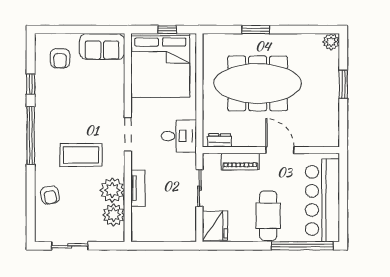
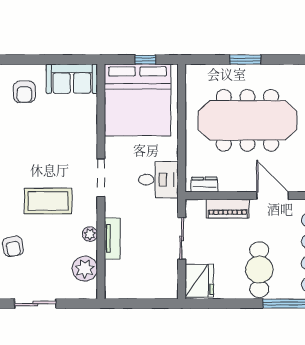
plant: (112, 190) -> (90, 234), width x0.53, depth x0.53

